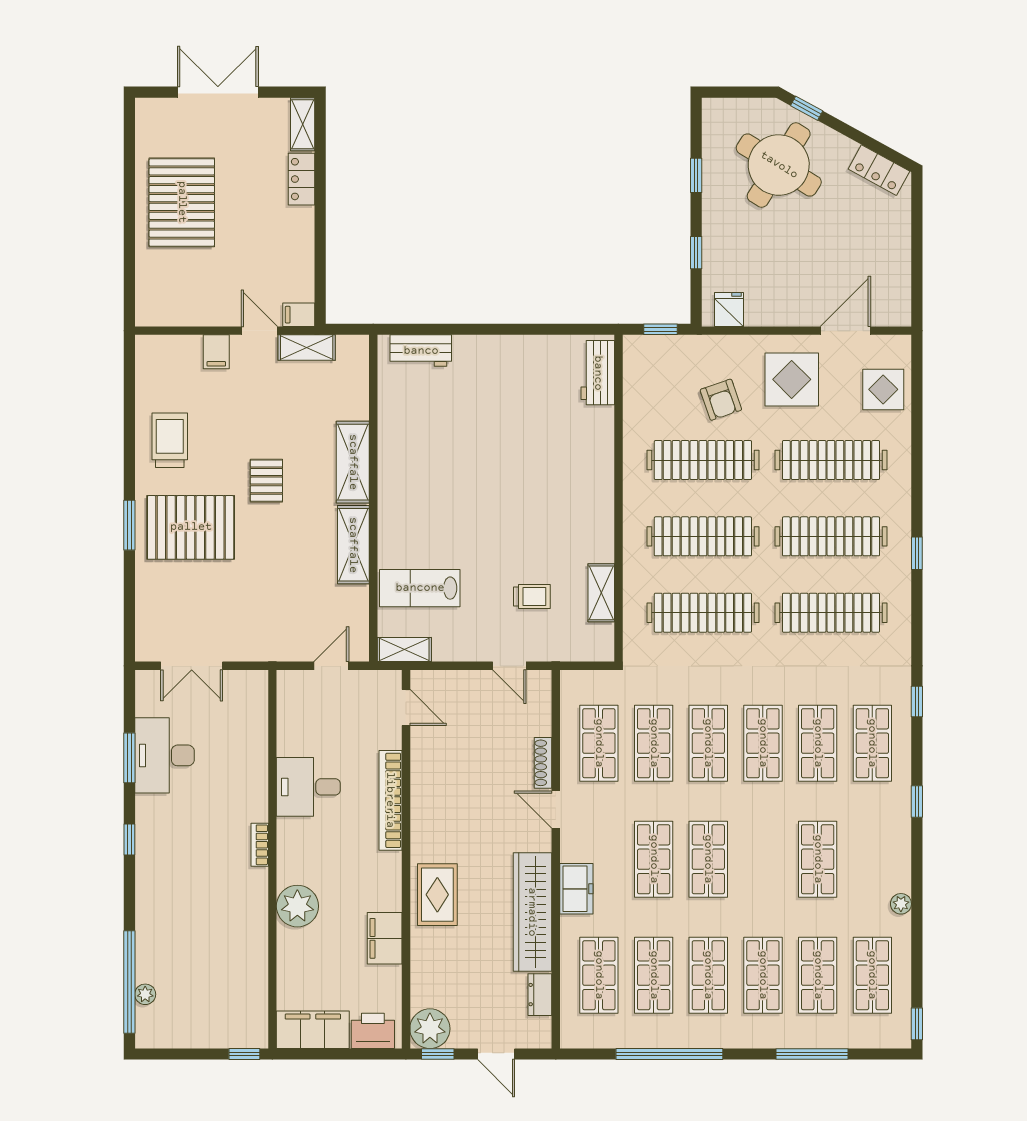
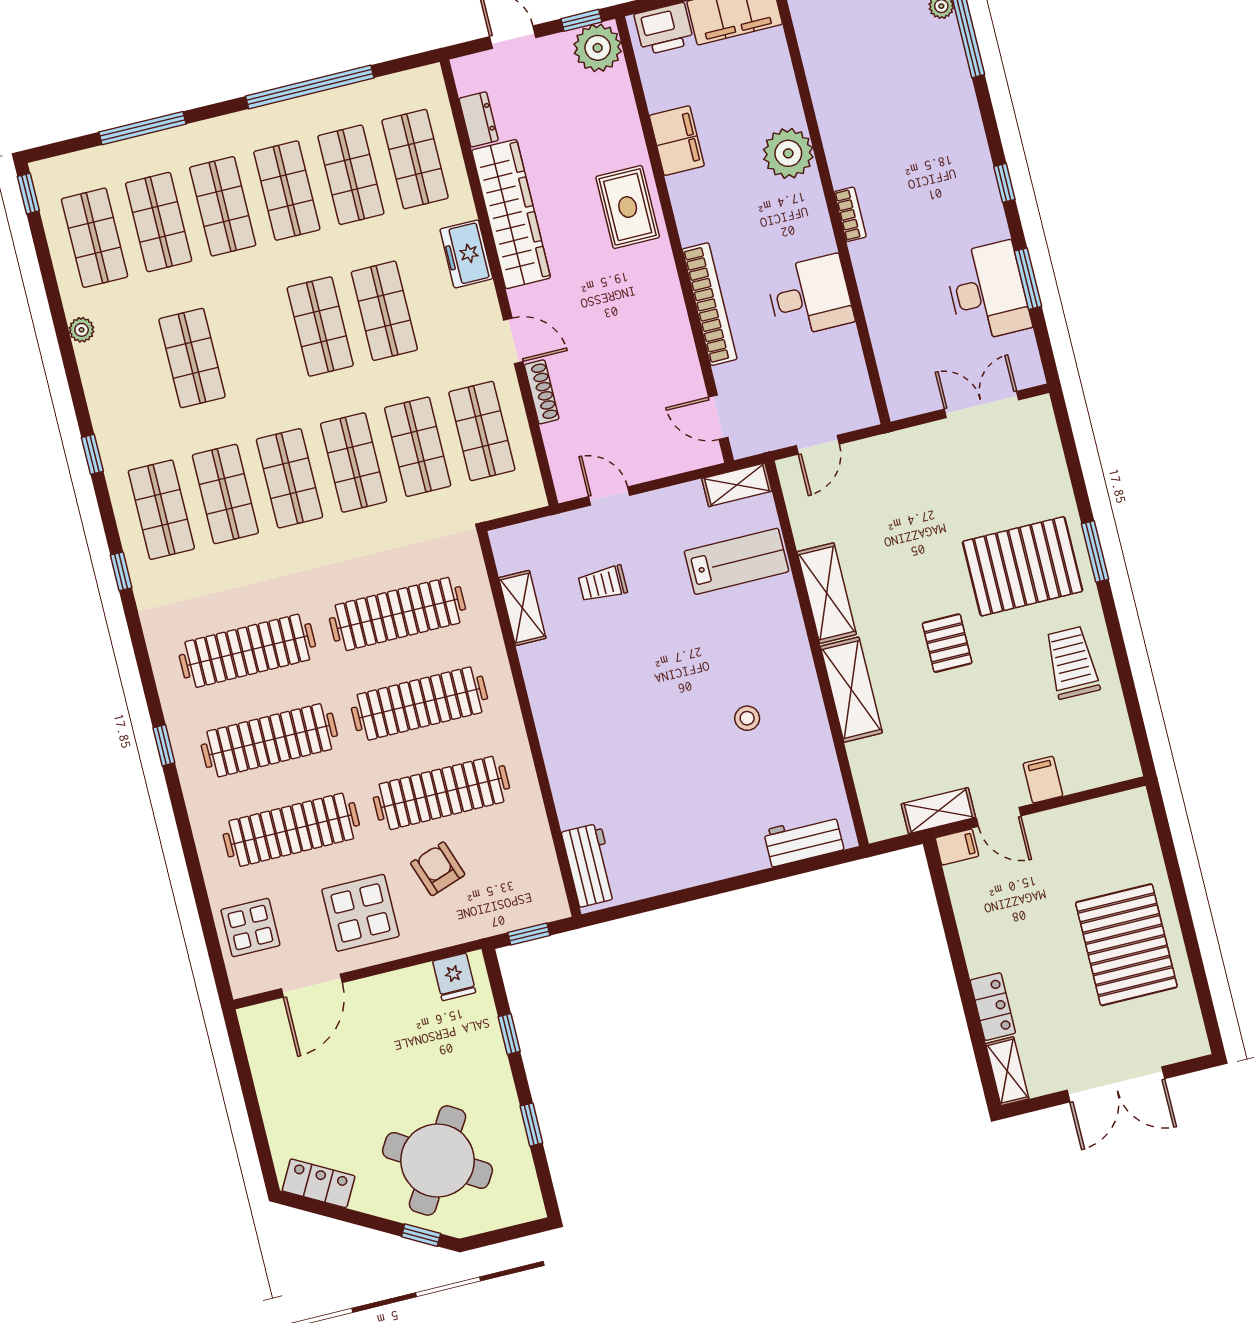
trolley: (170, 440) -> (1072, 663), turned 180
stool: (442, 460) -> (747, 718), added

